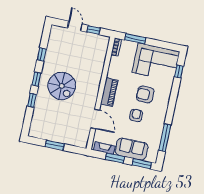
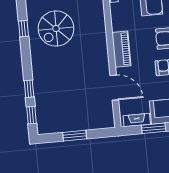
window: (36, 79) -> (31, 115), moved
spiral stairs: (62, 86) -> (56, 29), moved, turned 90

